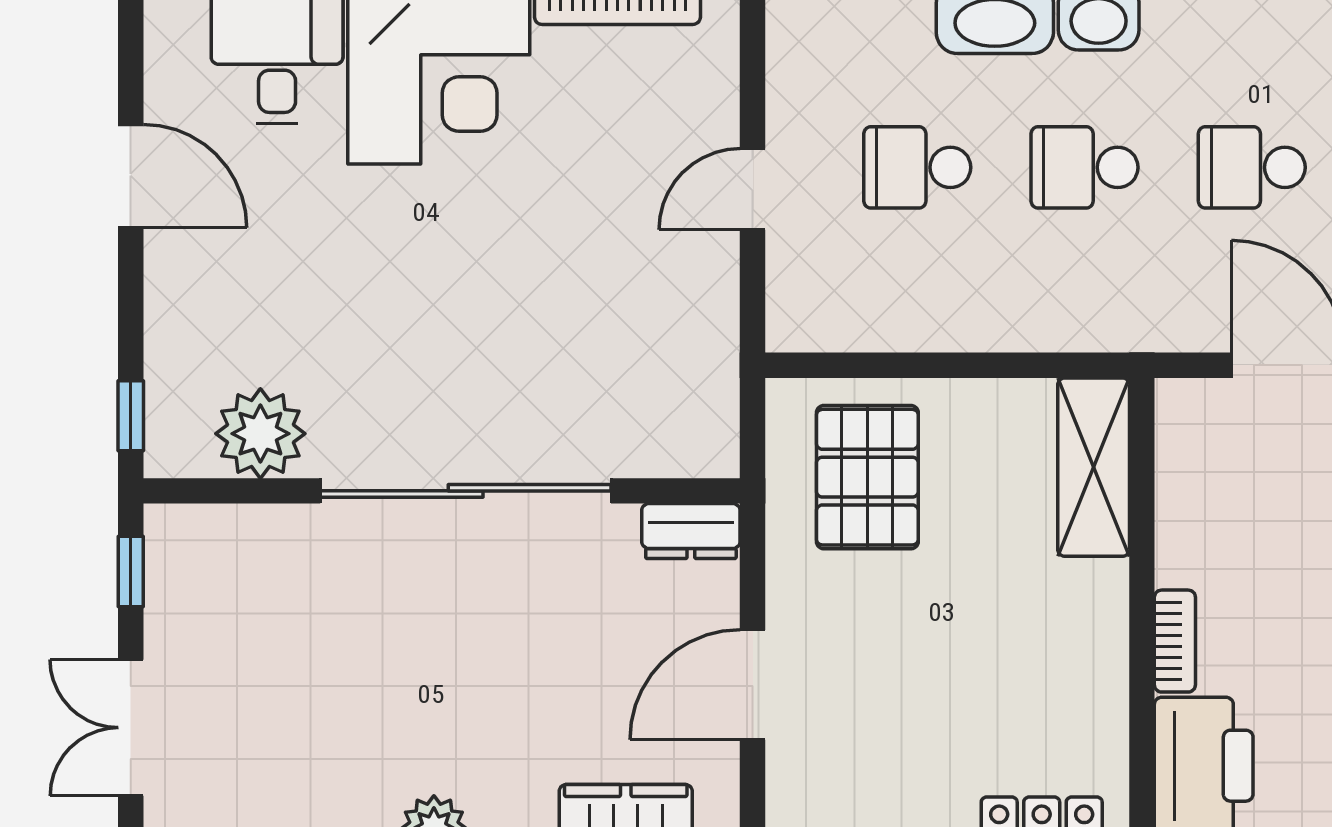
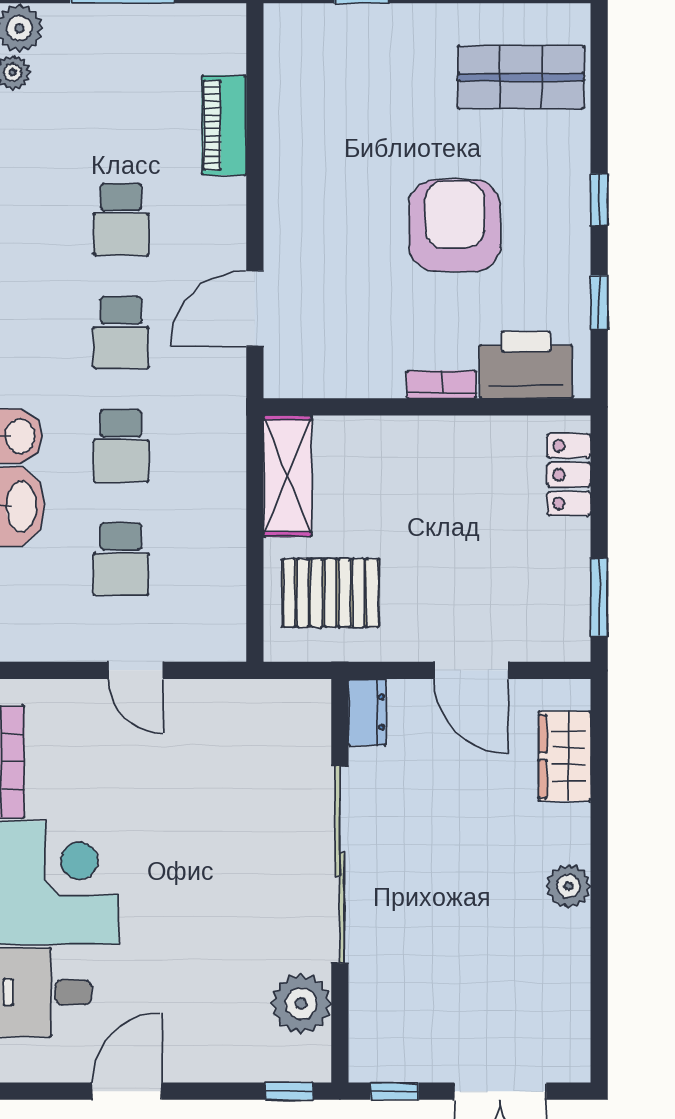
shelving: (1094, 467) -> (288, 476), moved, turned 90

